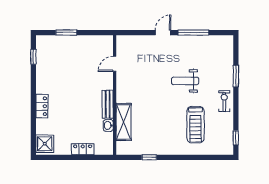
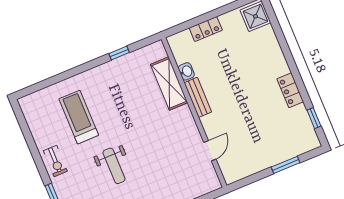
weight bench: (185, 81) -> (114, 166), turned 90
locker: (42, 106) -> (290, 90), moved
window: (236, 138) -> (22, 121), removed

